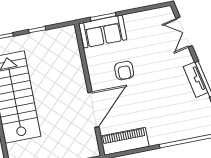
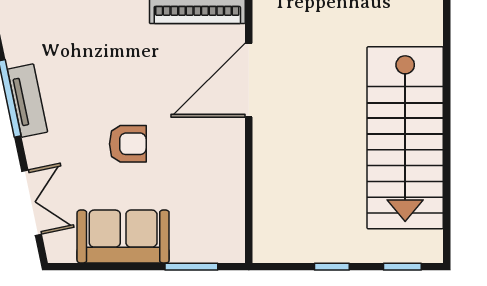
sofa: (103, 31) -> (123, 237), moved
armchair: (124, 71) -> (128, 144), moved, turned 90

